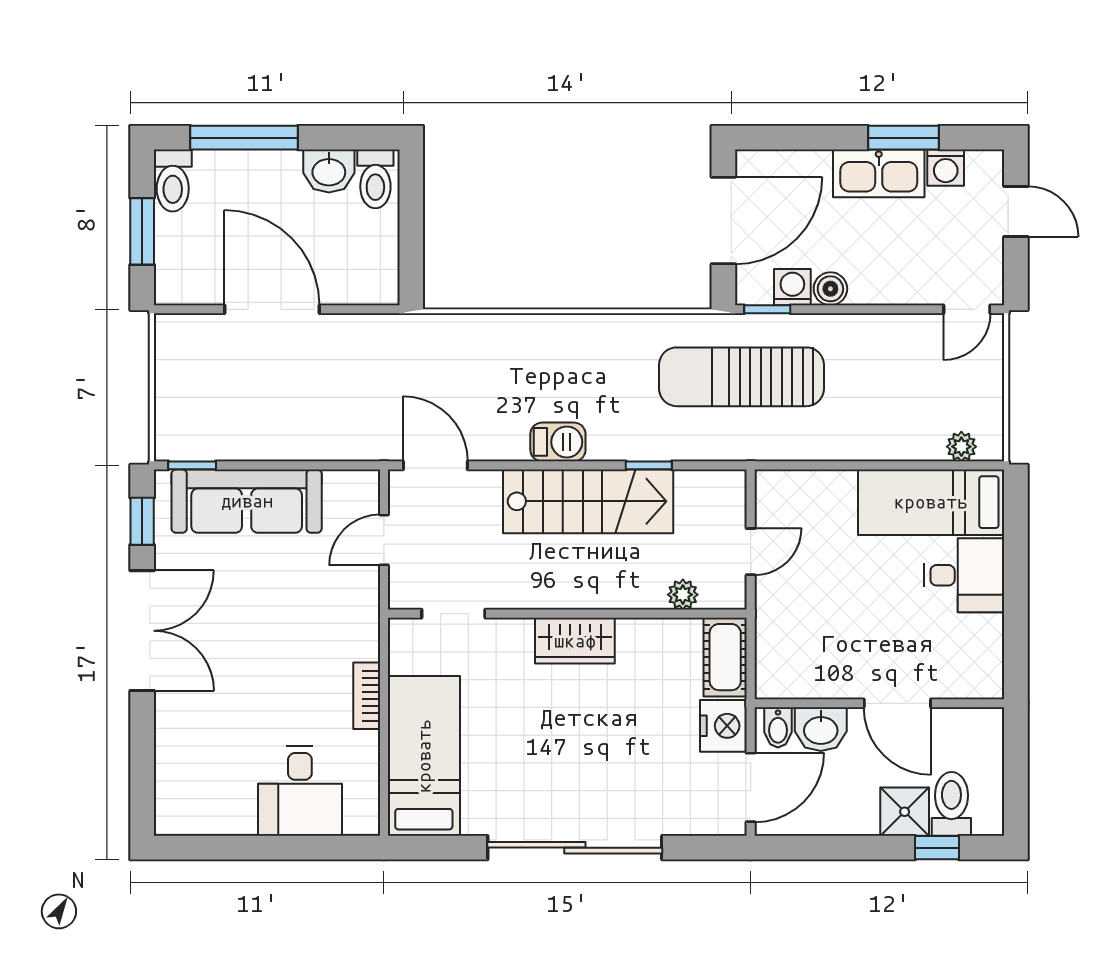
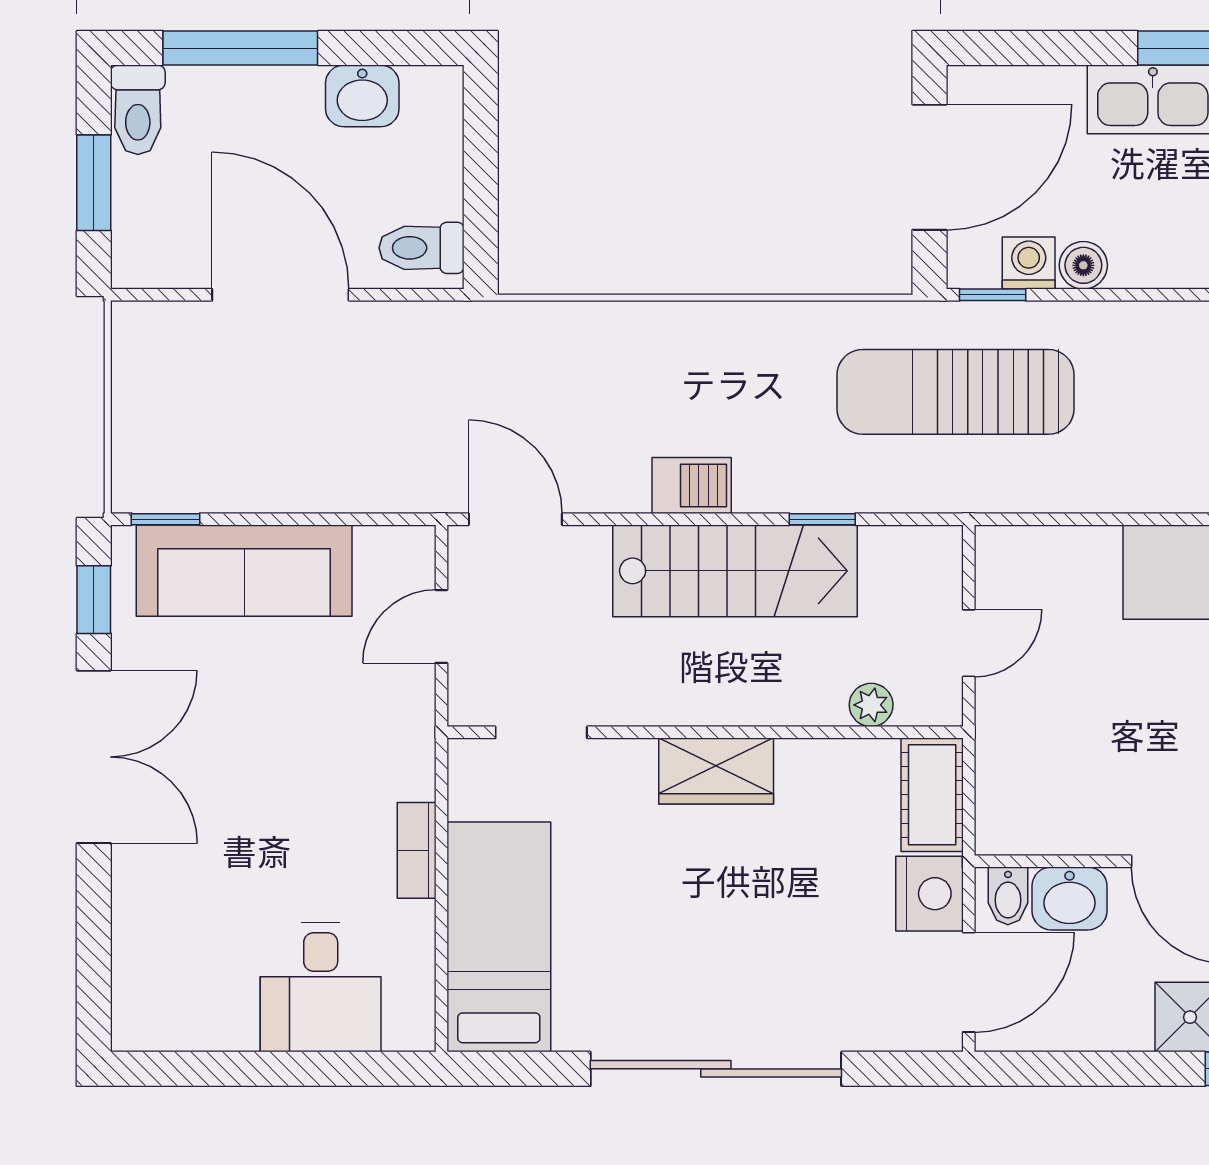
toilet: (375, 179) -> (421, 248), moved, turned 90

